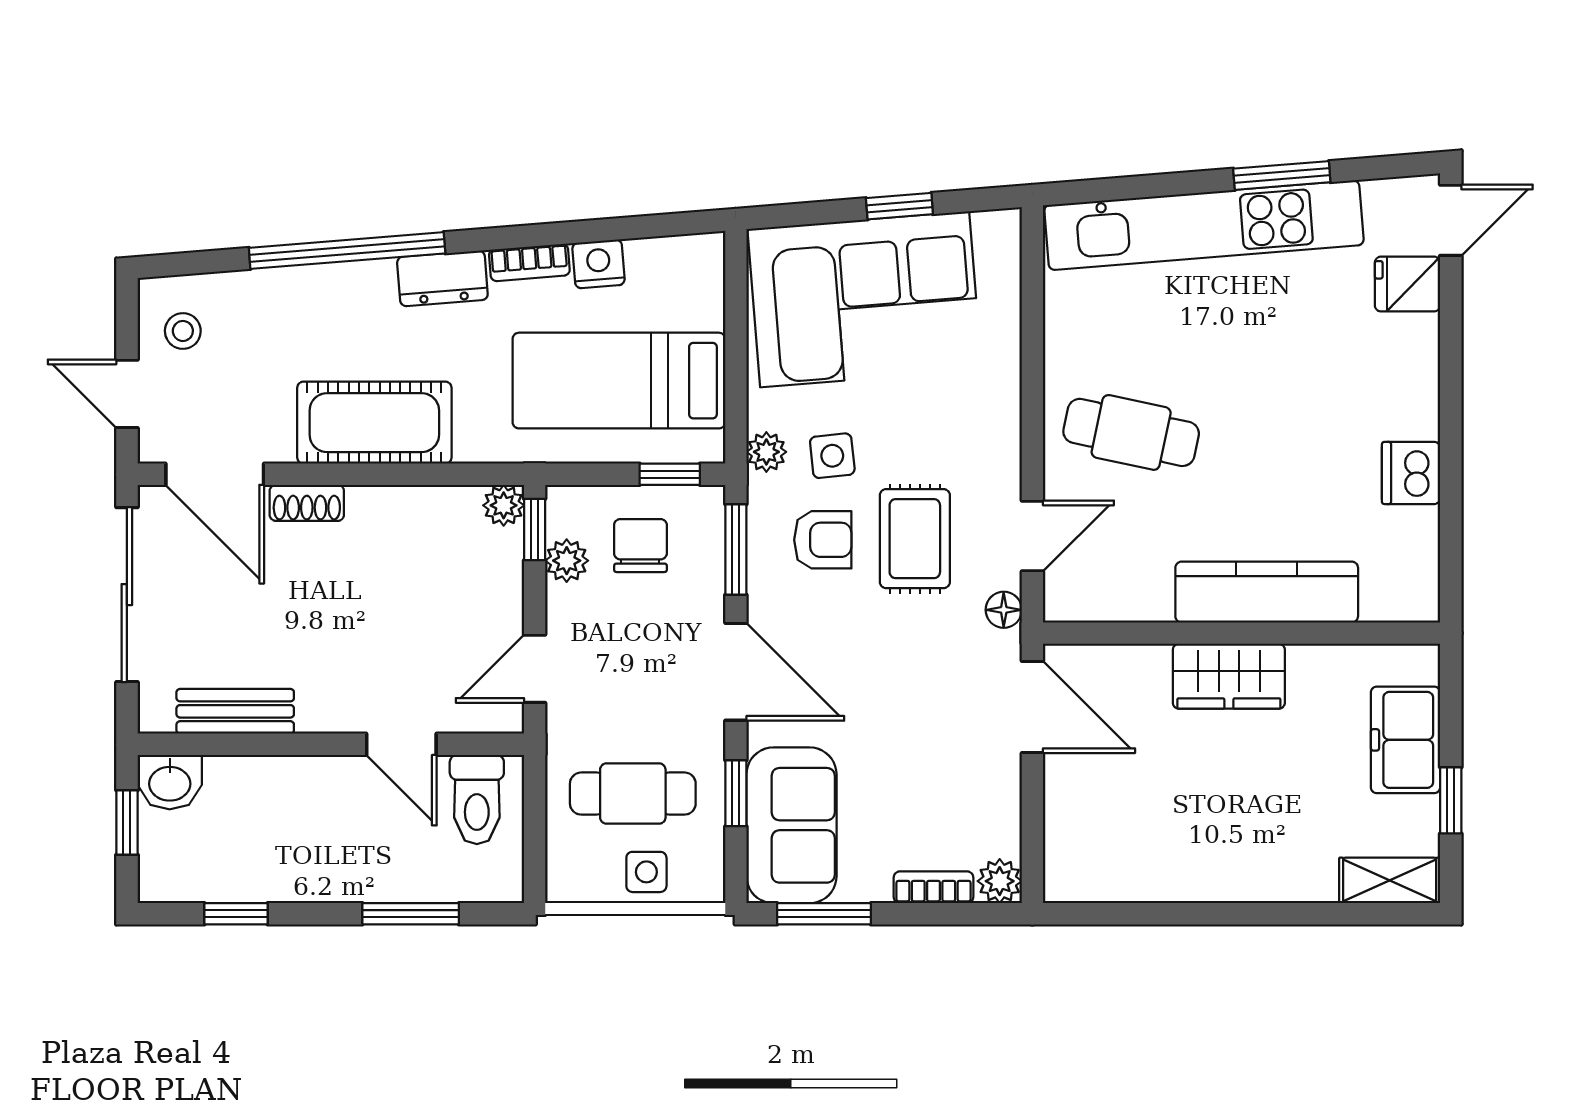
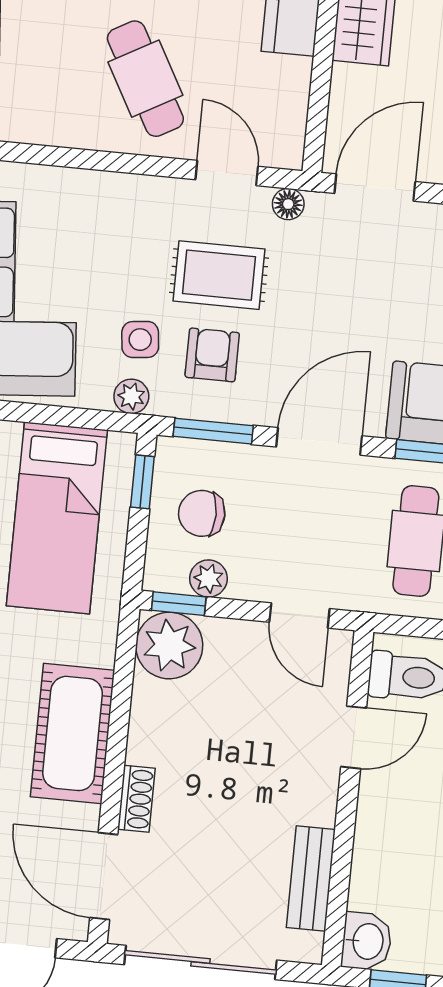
cafe table: (1131, 432) -> (145, 79), turned -41
door: (215, 474) -> (104, 876), swing flipped
plant: (504, 505) -> (169, 646), width x1.88, depth x1.88

